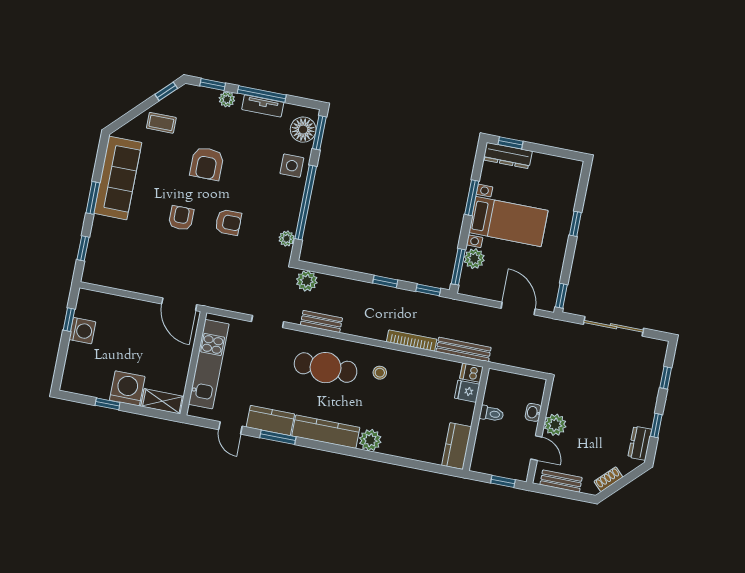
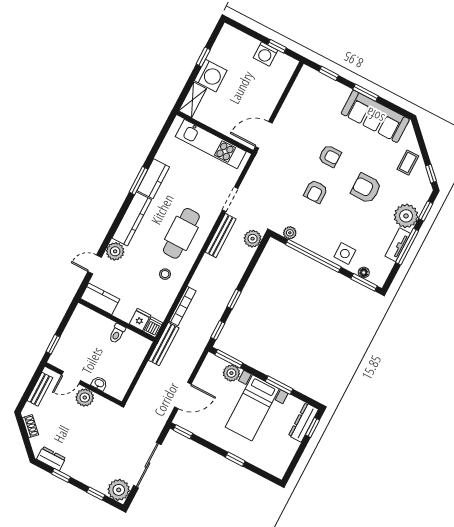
plant: (227, 99) -> (406, 216), width x1.88, depth x1.88
floor lamp: (303, 130) -> (364, 273), width x0.53, depth x0.53
bench: (321, 321) -> (221, 236), width x1.36
plant: (653, 352) -> (119, 490), added
dishwasher: (471, 373) -> (153, 327), moved
fridge: (467, 391) -> (140, 320), moved
toilet: (492, 414) -> (117, 333), moved
wall: (476, 419) -> (117, 320), moved
door: (230, 428) -> (95, 265), moved
kitchen counter: (457, 446) -> (100, 299), moved

